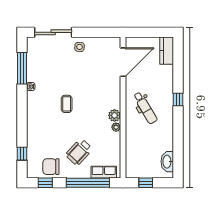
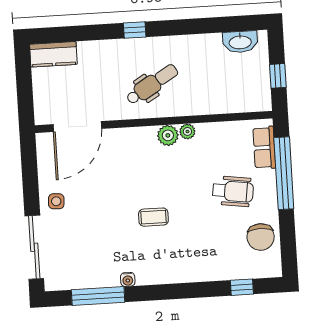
door: (123, 62) -> (77, 127), swing flipped
wheelchair: (79, 152) -> (233, 191), turned -35
window: (45, 183) -> (288, 245), removed

